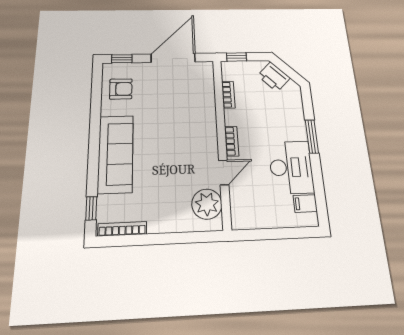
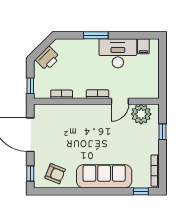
armchair: (121, 89) -> (55, 174), turned 112
door: (224, 172) -> (120, 101), swing flipped
window: (182, 238) -> (162, 132), added

